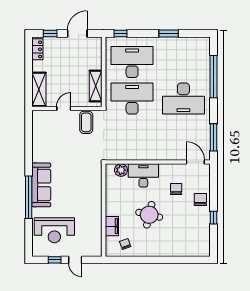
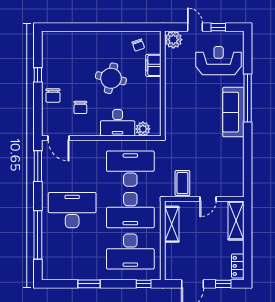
desk: (132, 135) -> (130, 169), added
plant: (94, 249) -> (173, 40), added

